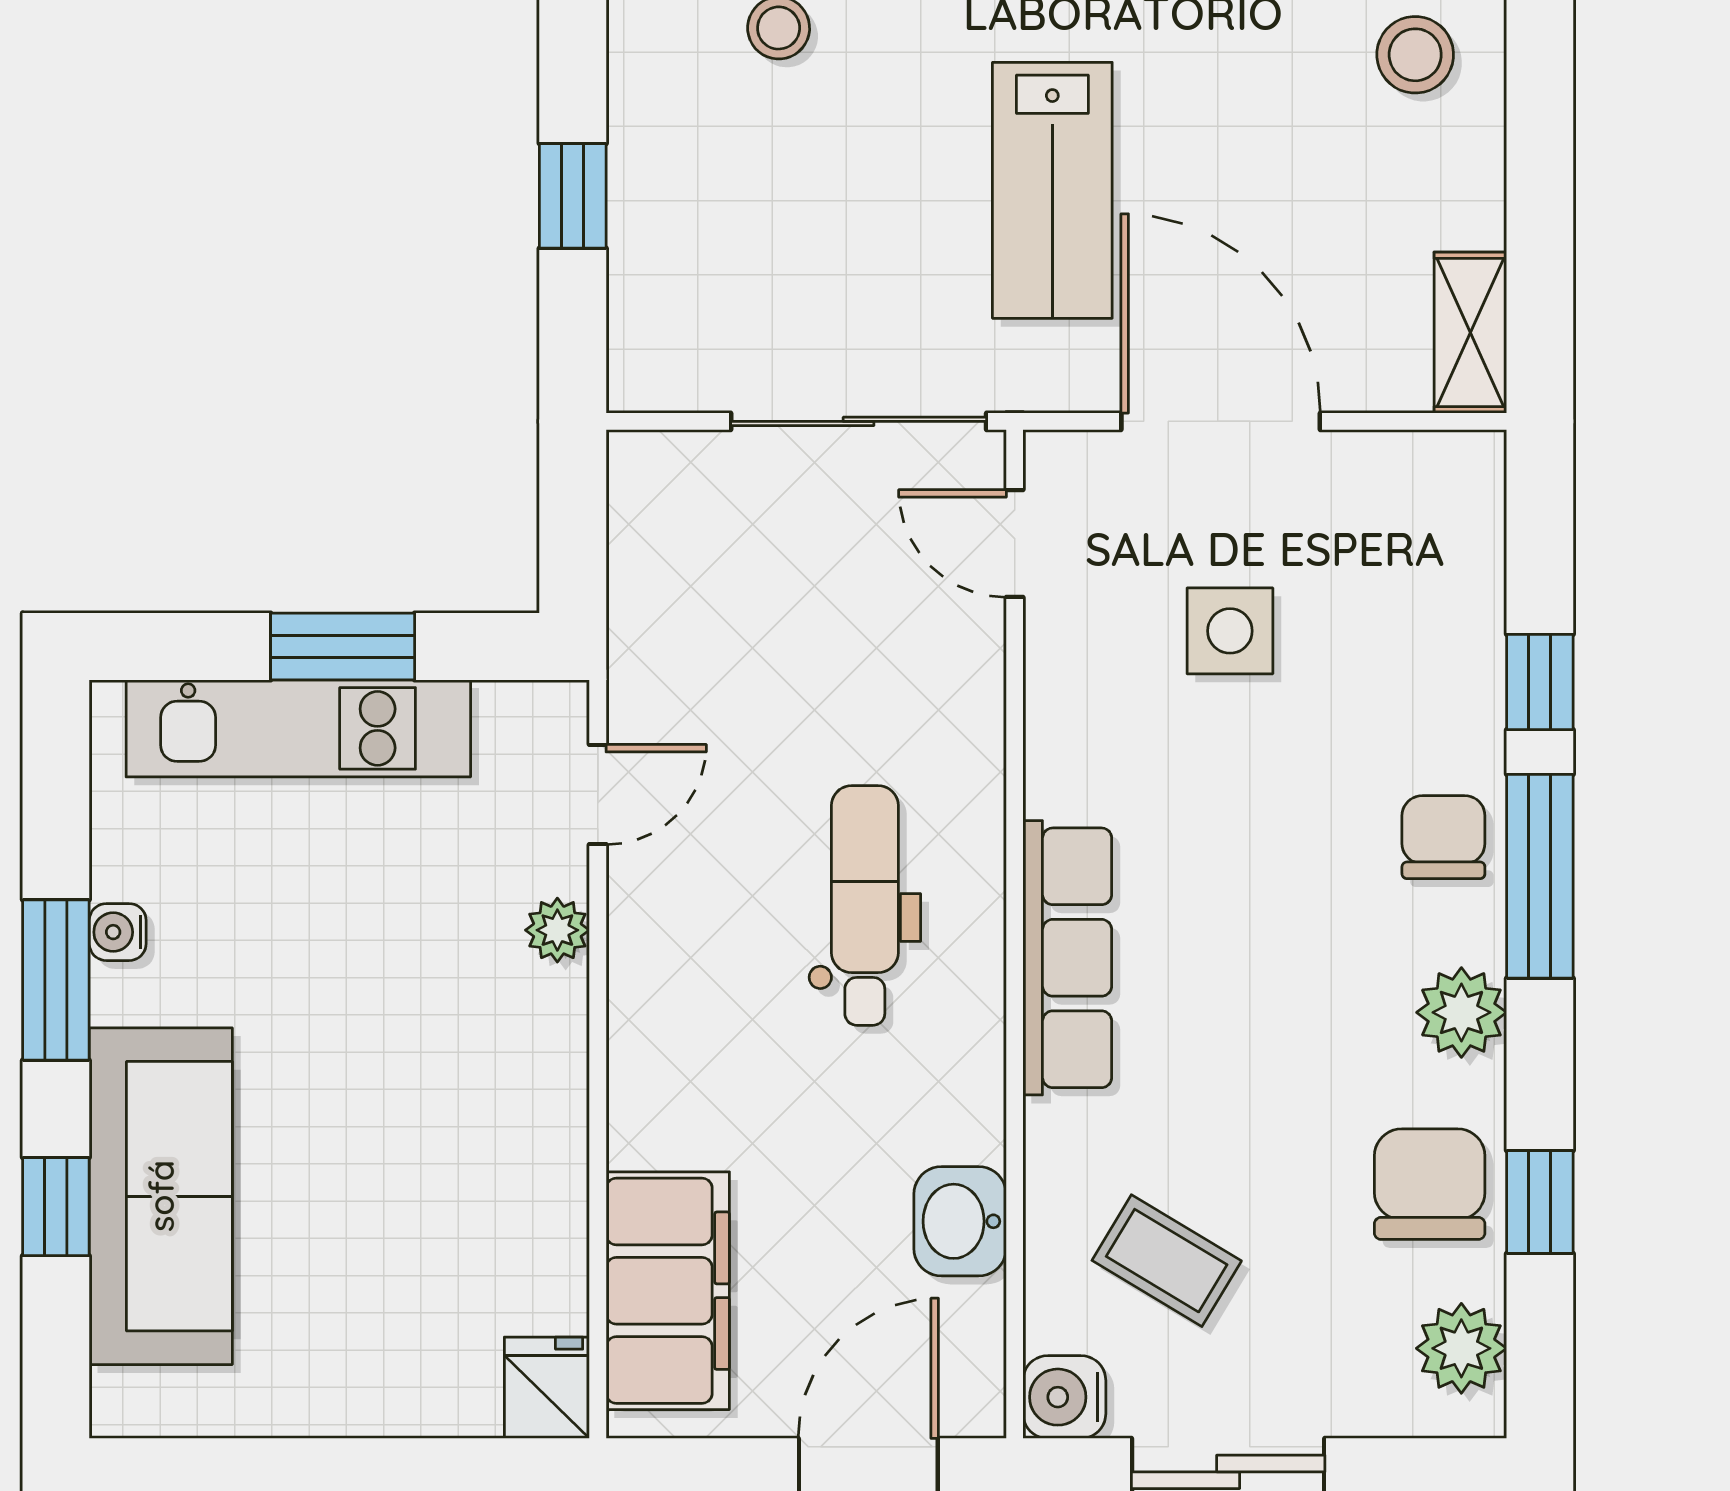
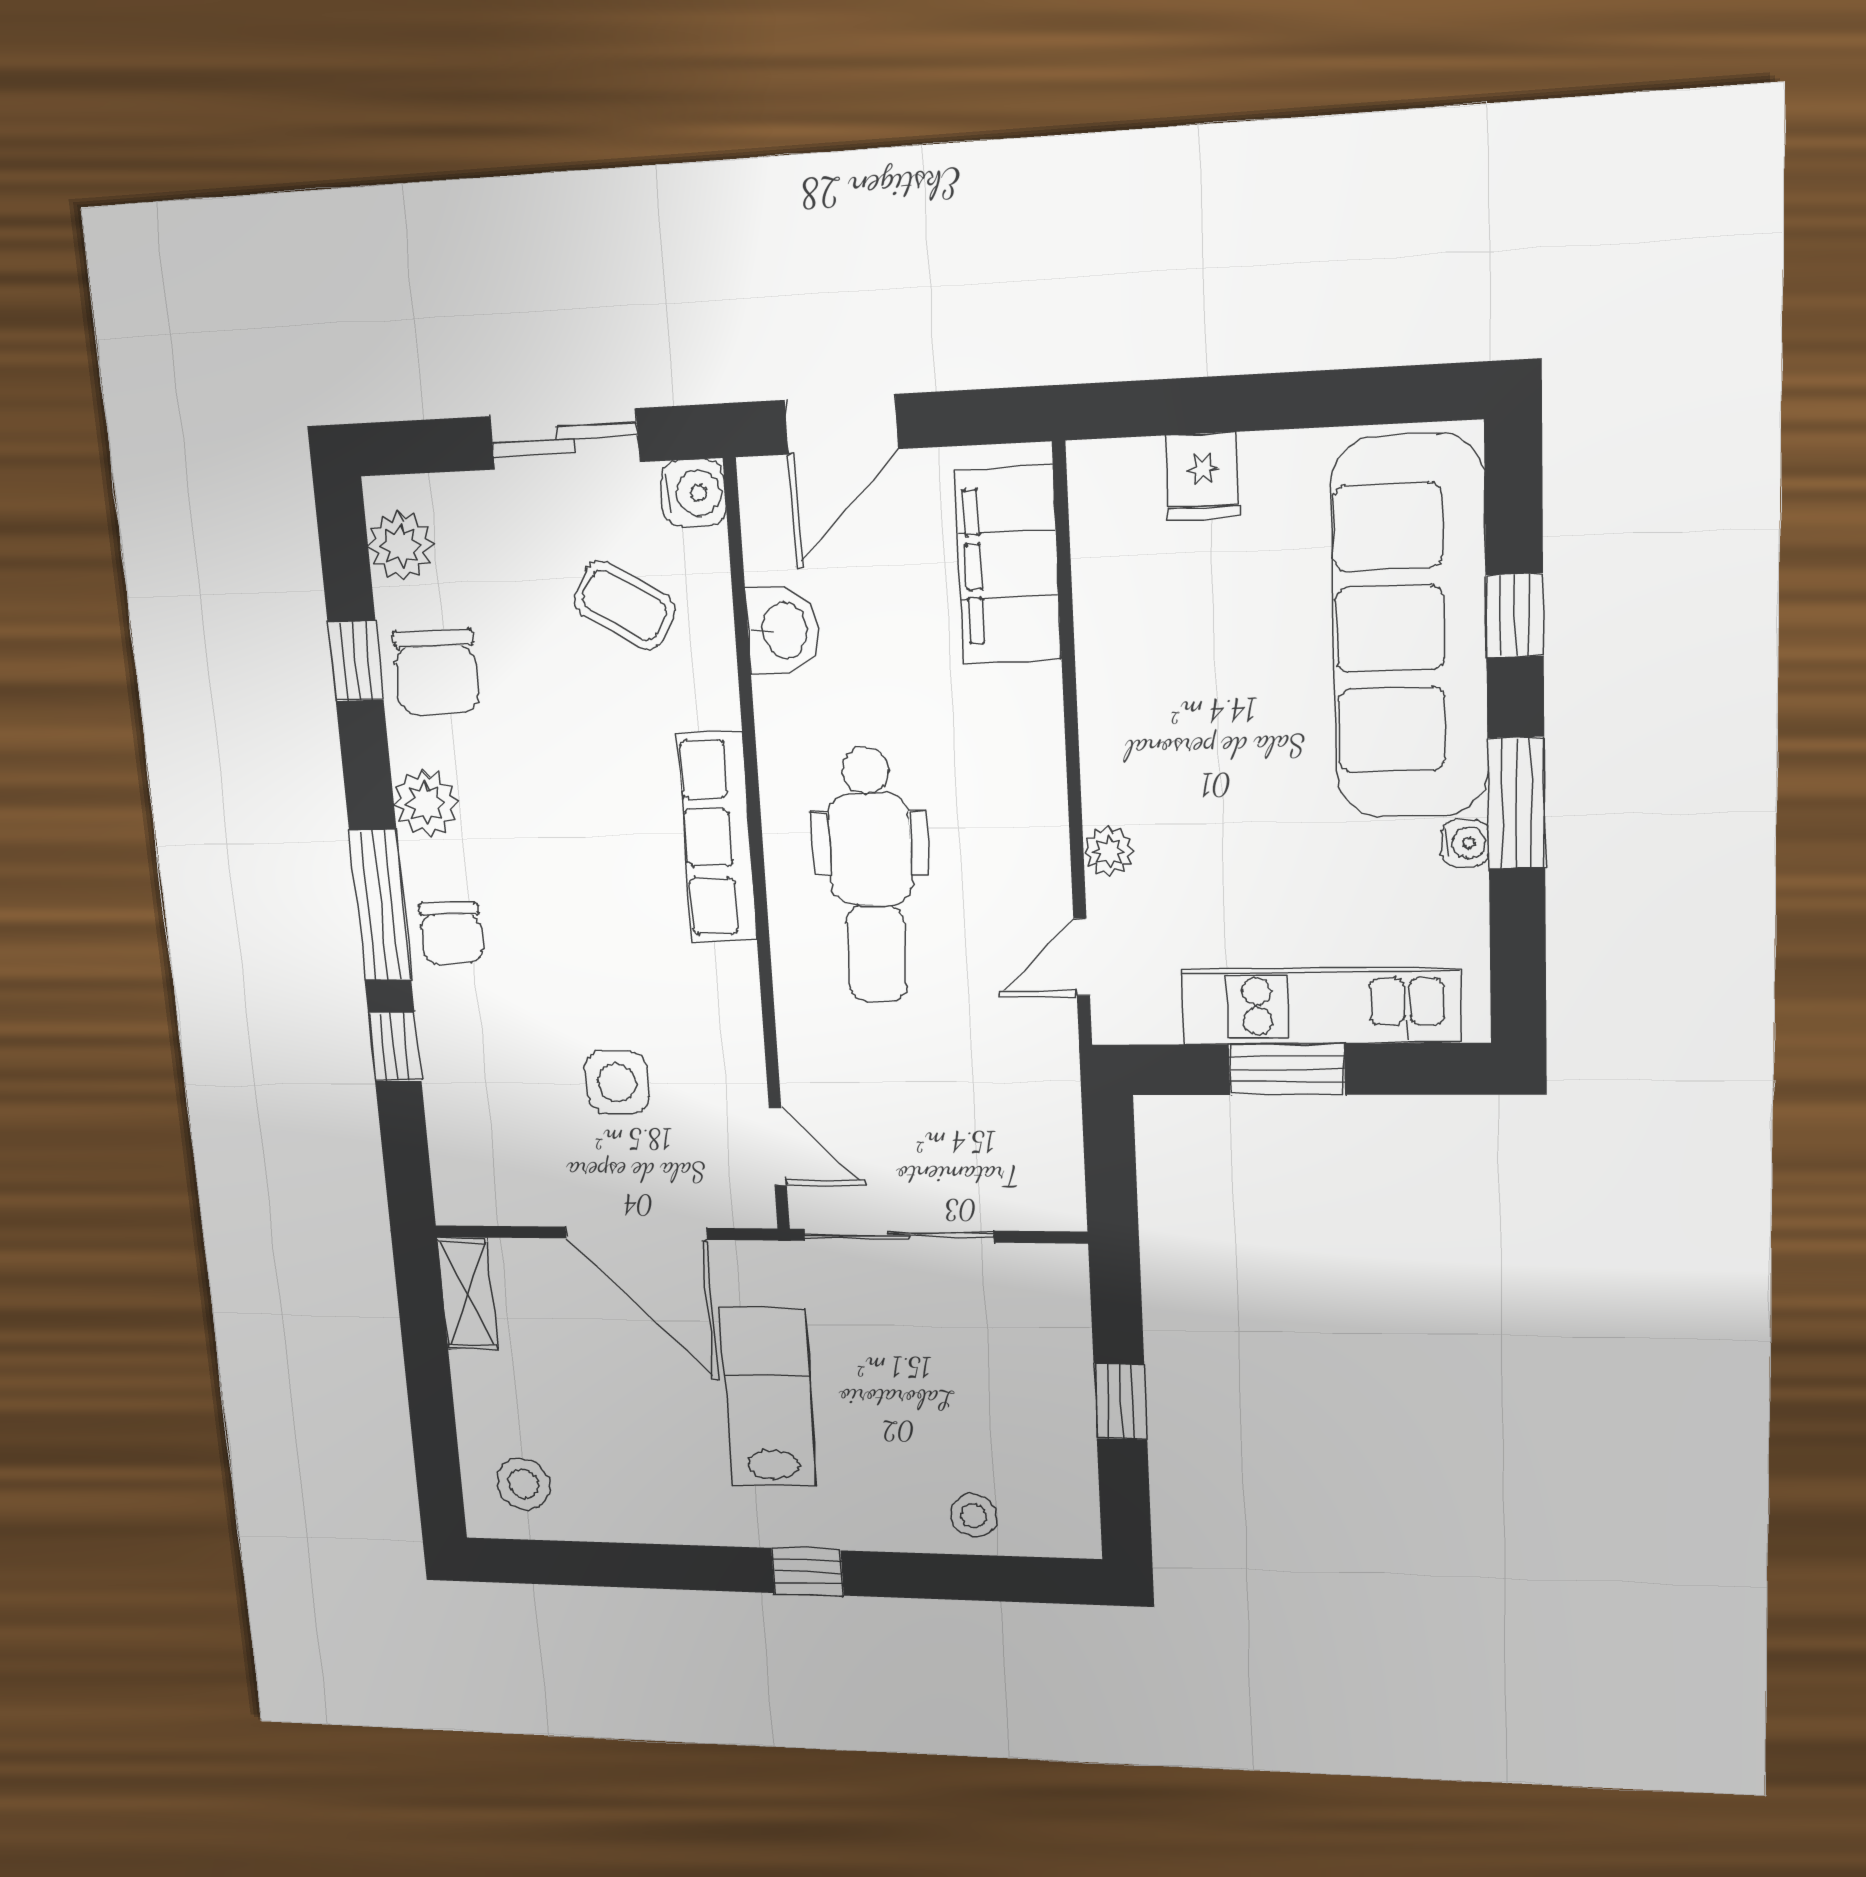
dental chair: (865, 905) -> (872, 875), width x1.36, depth x1.38
sofa: (161, 1196) -> (1410, 628), width x1.36, depth x1.27
fridge: (547, 1388) -> (1202, 476), moved

